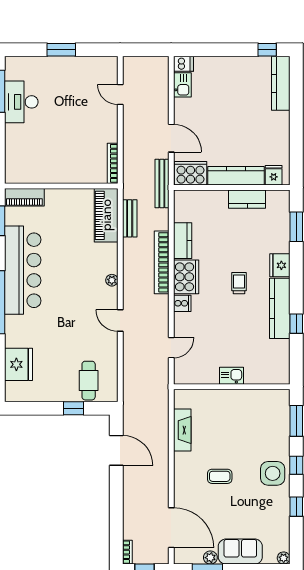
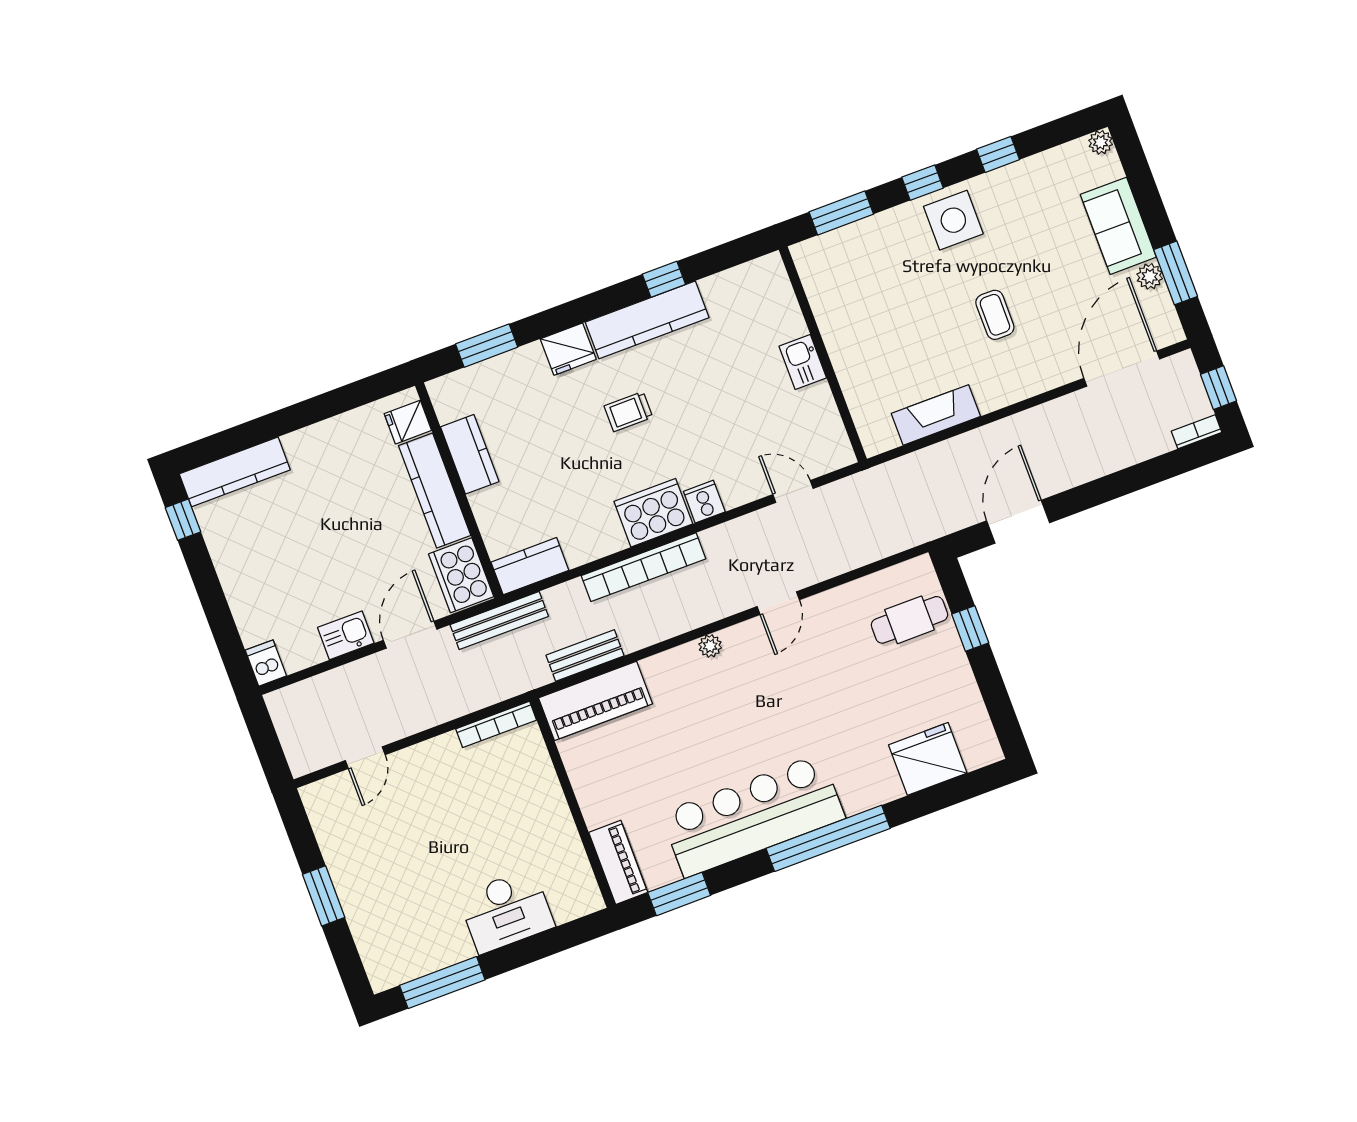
kitchen sink: (182, 85) -> (346, 635), moved
desk: (21, 102) -> (506, 911), moved
kitchen counter: (183, 241) -> (530, 566), moved

